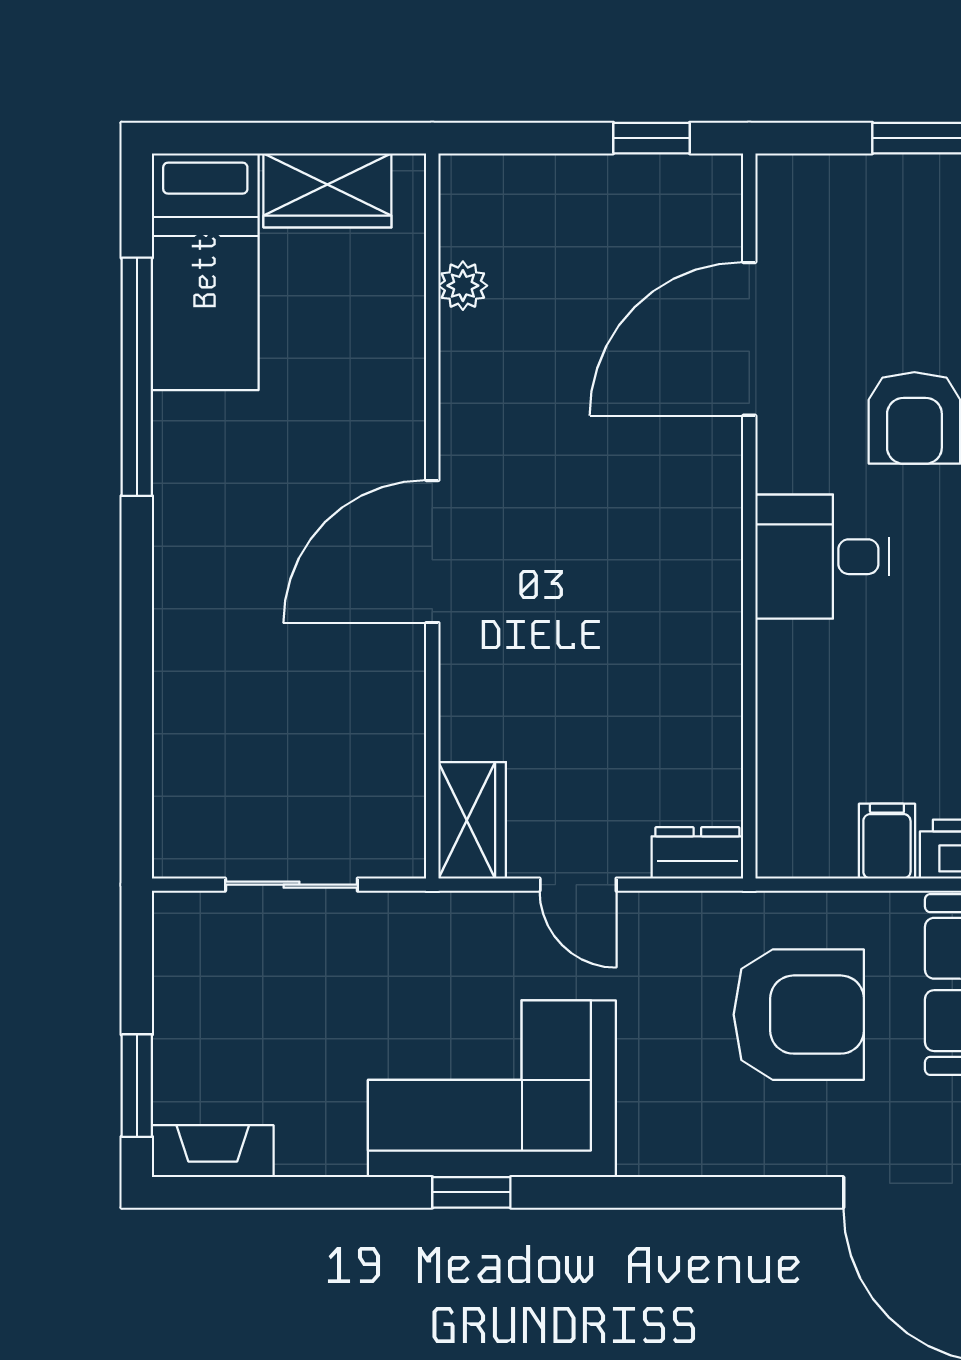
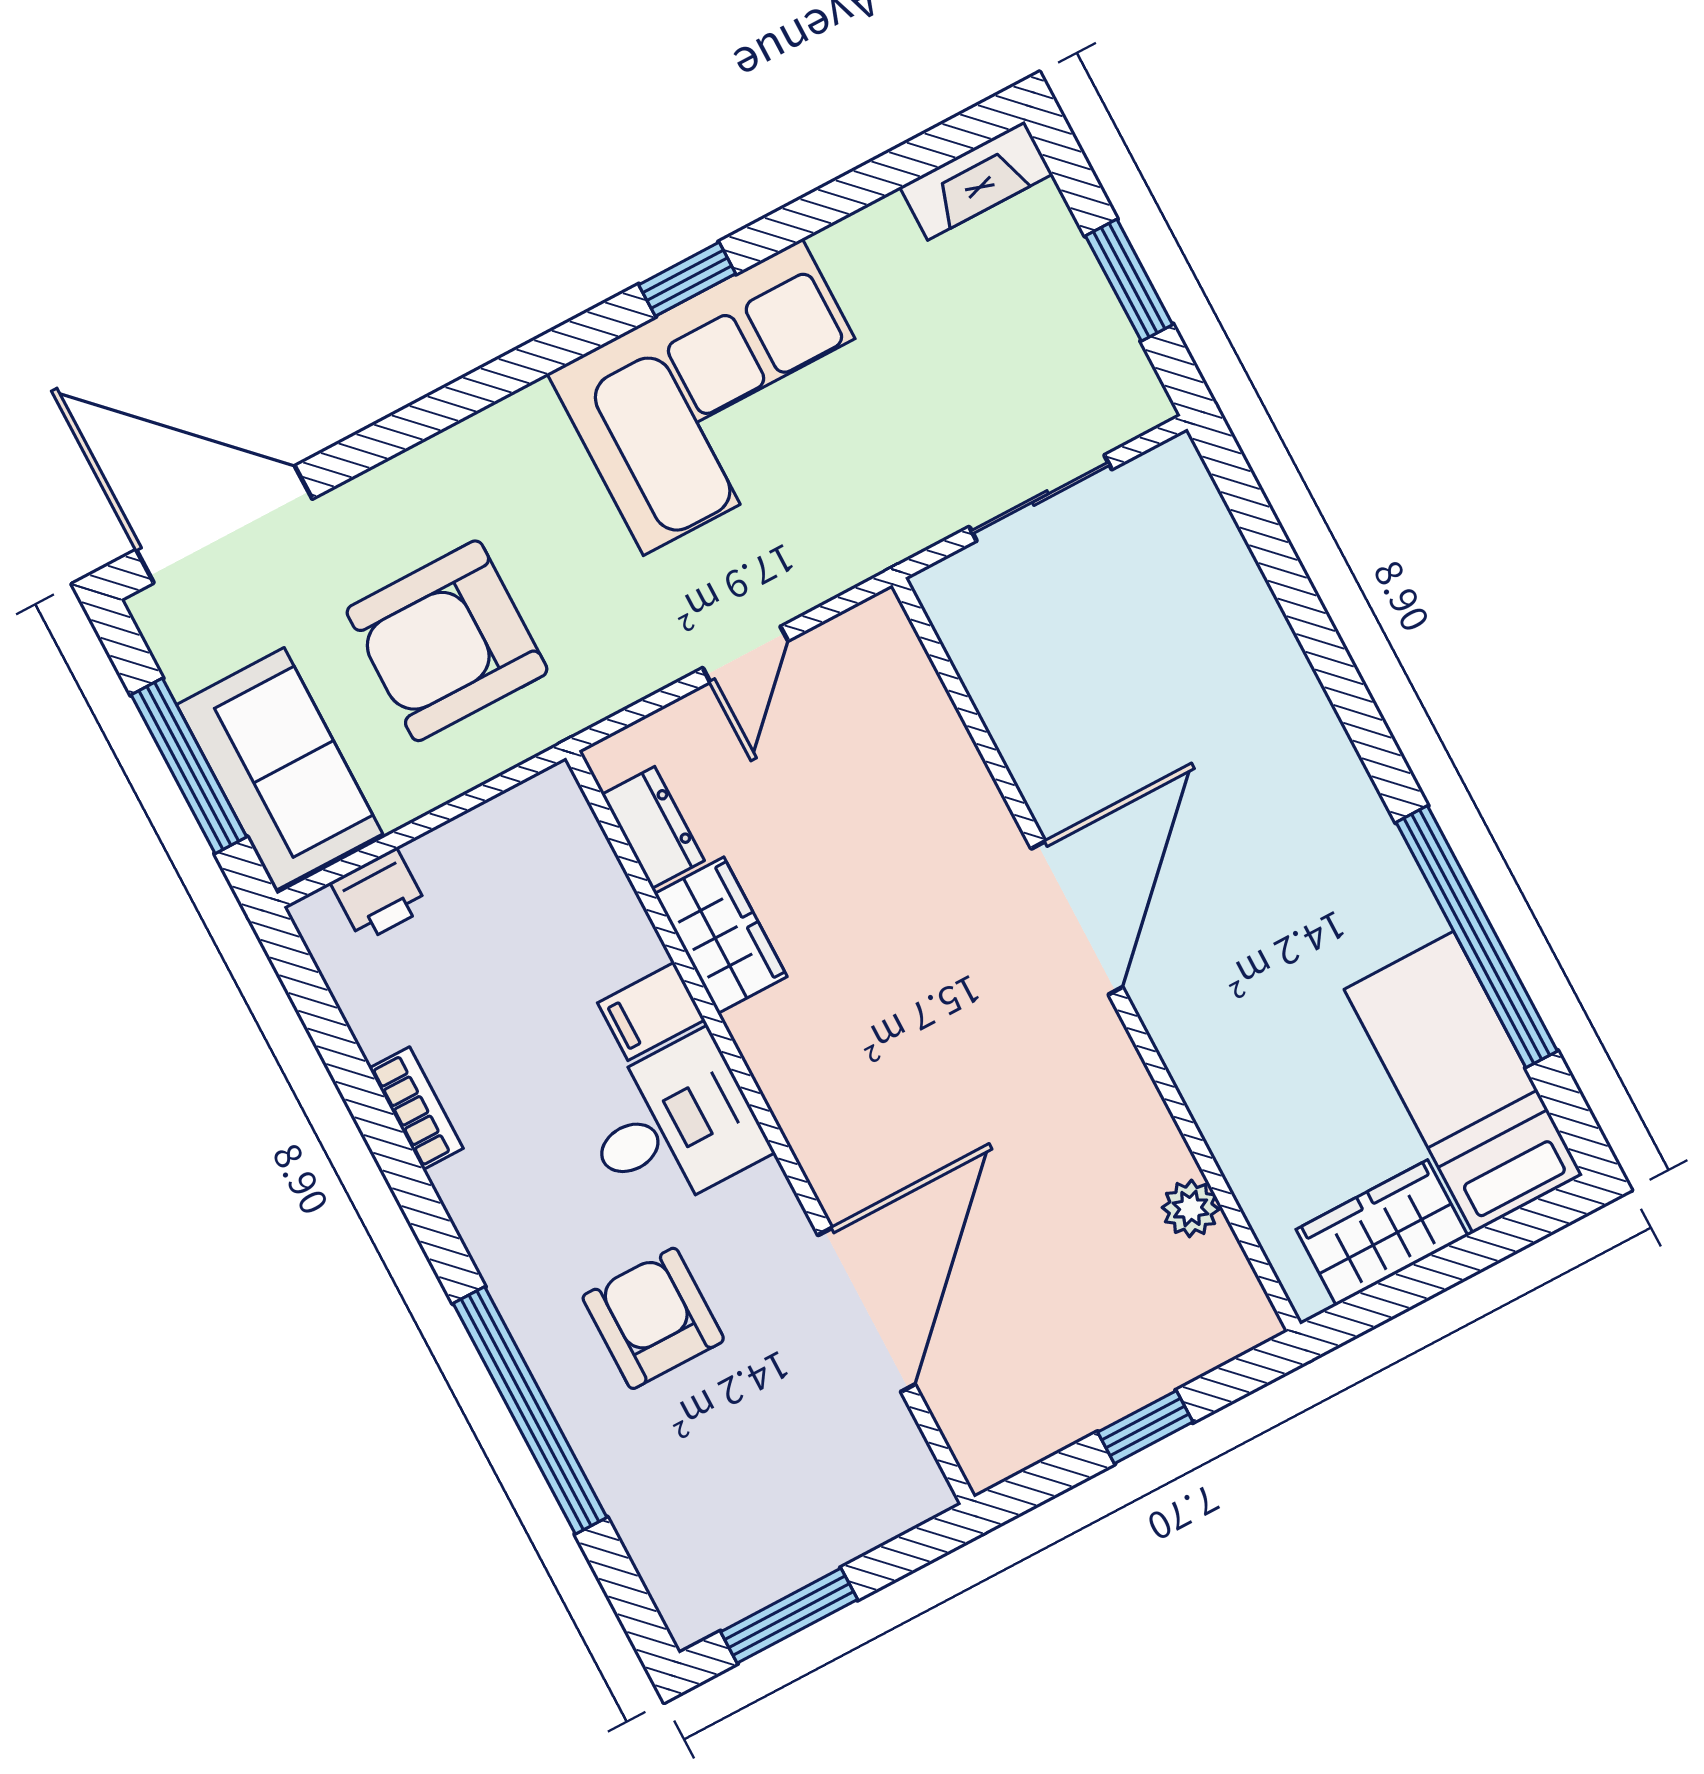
window: (651, 138) -> (1145, 1427), moved
wardrobe: (472, 820) -> (721, 935), moved, turned 180
filing cabinet: (887, 841) -> (651, 1011), moved, turned 90
dresser: (697, 853) -> (653, 827), moved, turned -90
door: (578, 885) -> (745, 654), swing flipped
window: (137, 1086) -> (1129, 280), moved

